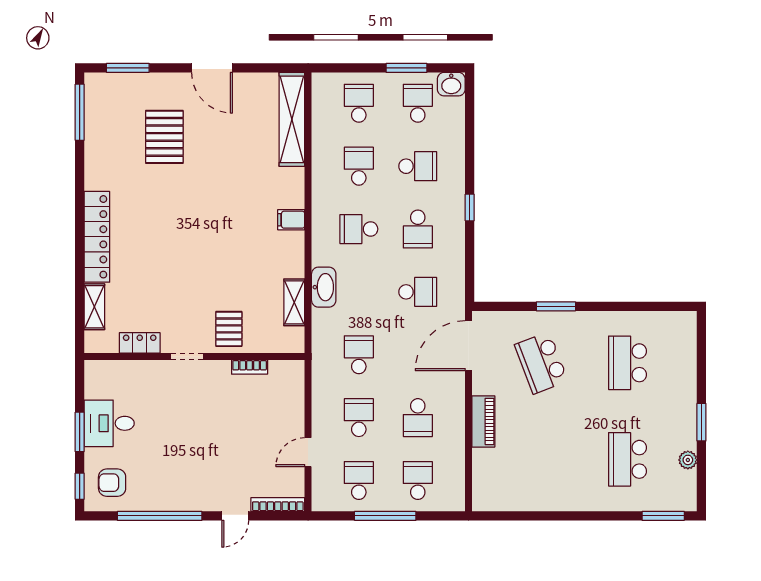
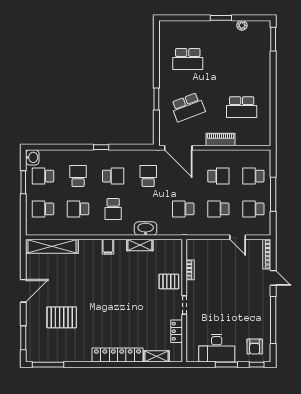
shelving: (294, 302) -> (140, 245), moved
desk: (109, 423) -> (217, 348), width x1.37
school desk: (628, 459) -> (242, 107), moved

